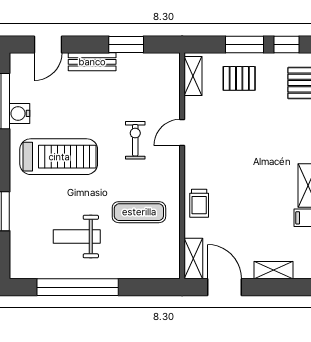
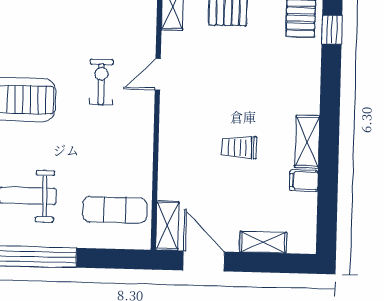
trolley: (199, 203) -> (239, 147), moved, turned 90
exercise mat: (139, 212) -> (115, 210), moved

